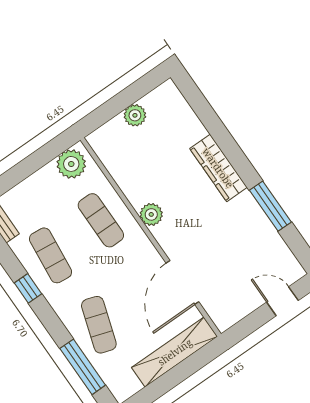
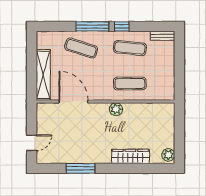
plant: (135, 115) -> (168, 155), moved
plant: (71, 164) -> (166, 88), removed
wardrobe: (218, 168) -> (130, 156), moved
window: (83, 367) -> (92, 26), moved

